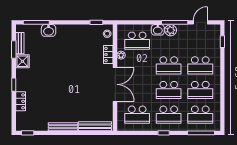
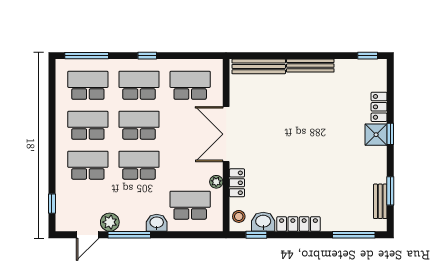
locker: (70, 29) -> (298, 224), added
washbasin: (49, 30) -> (263, 222), moved
plant: (171, 30) -> (110, 222), moved
shower: (22, 61) -> (376, 135), moved

